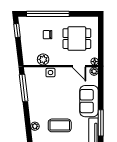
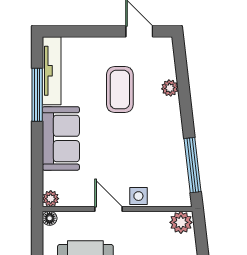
plant: (43, 59) -> (181, 222), moved
door: (79, 66) -> (108, 209), moved
coffee table: (60, 125) -> (120, 90), turned 90

